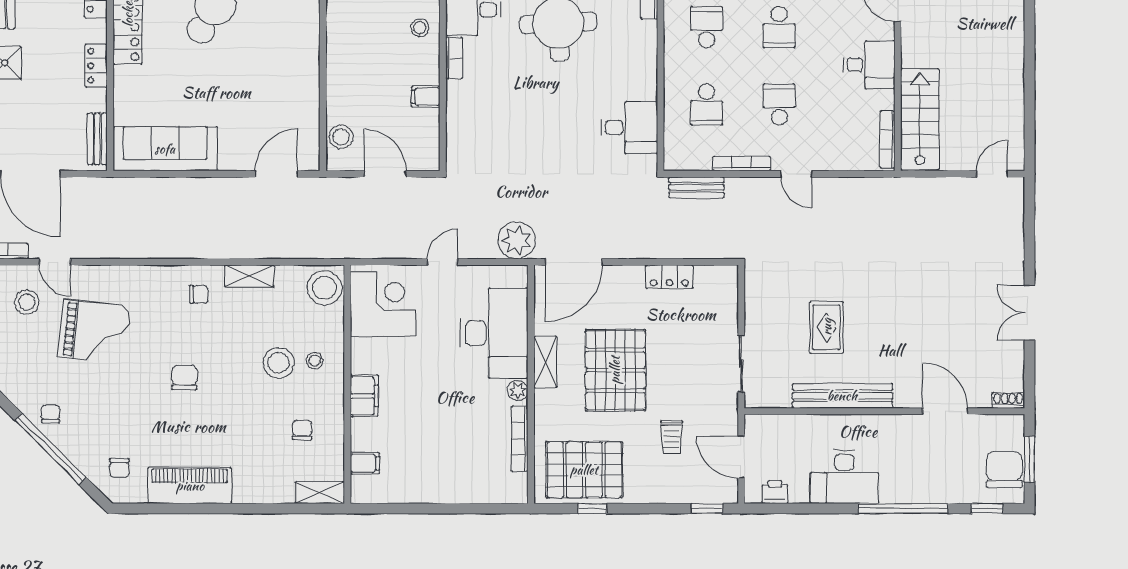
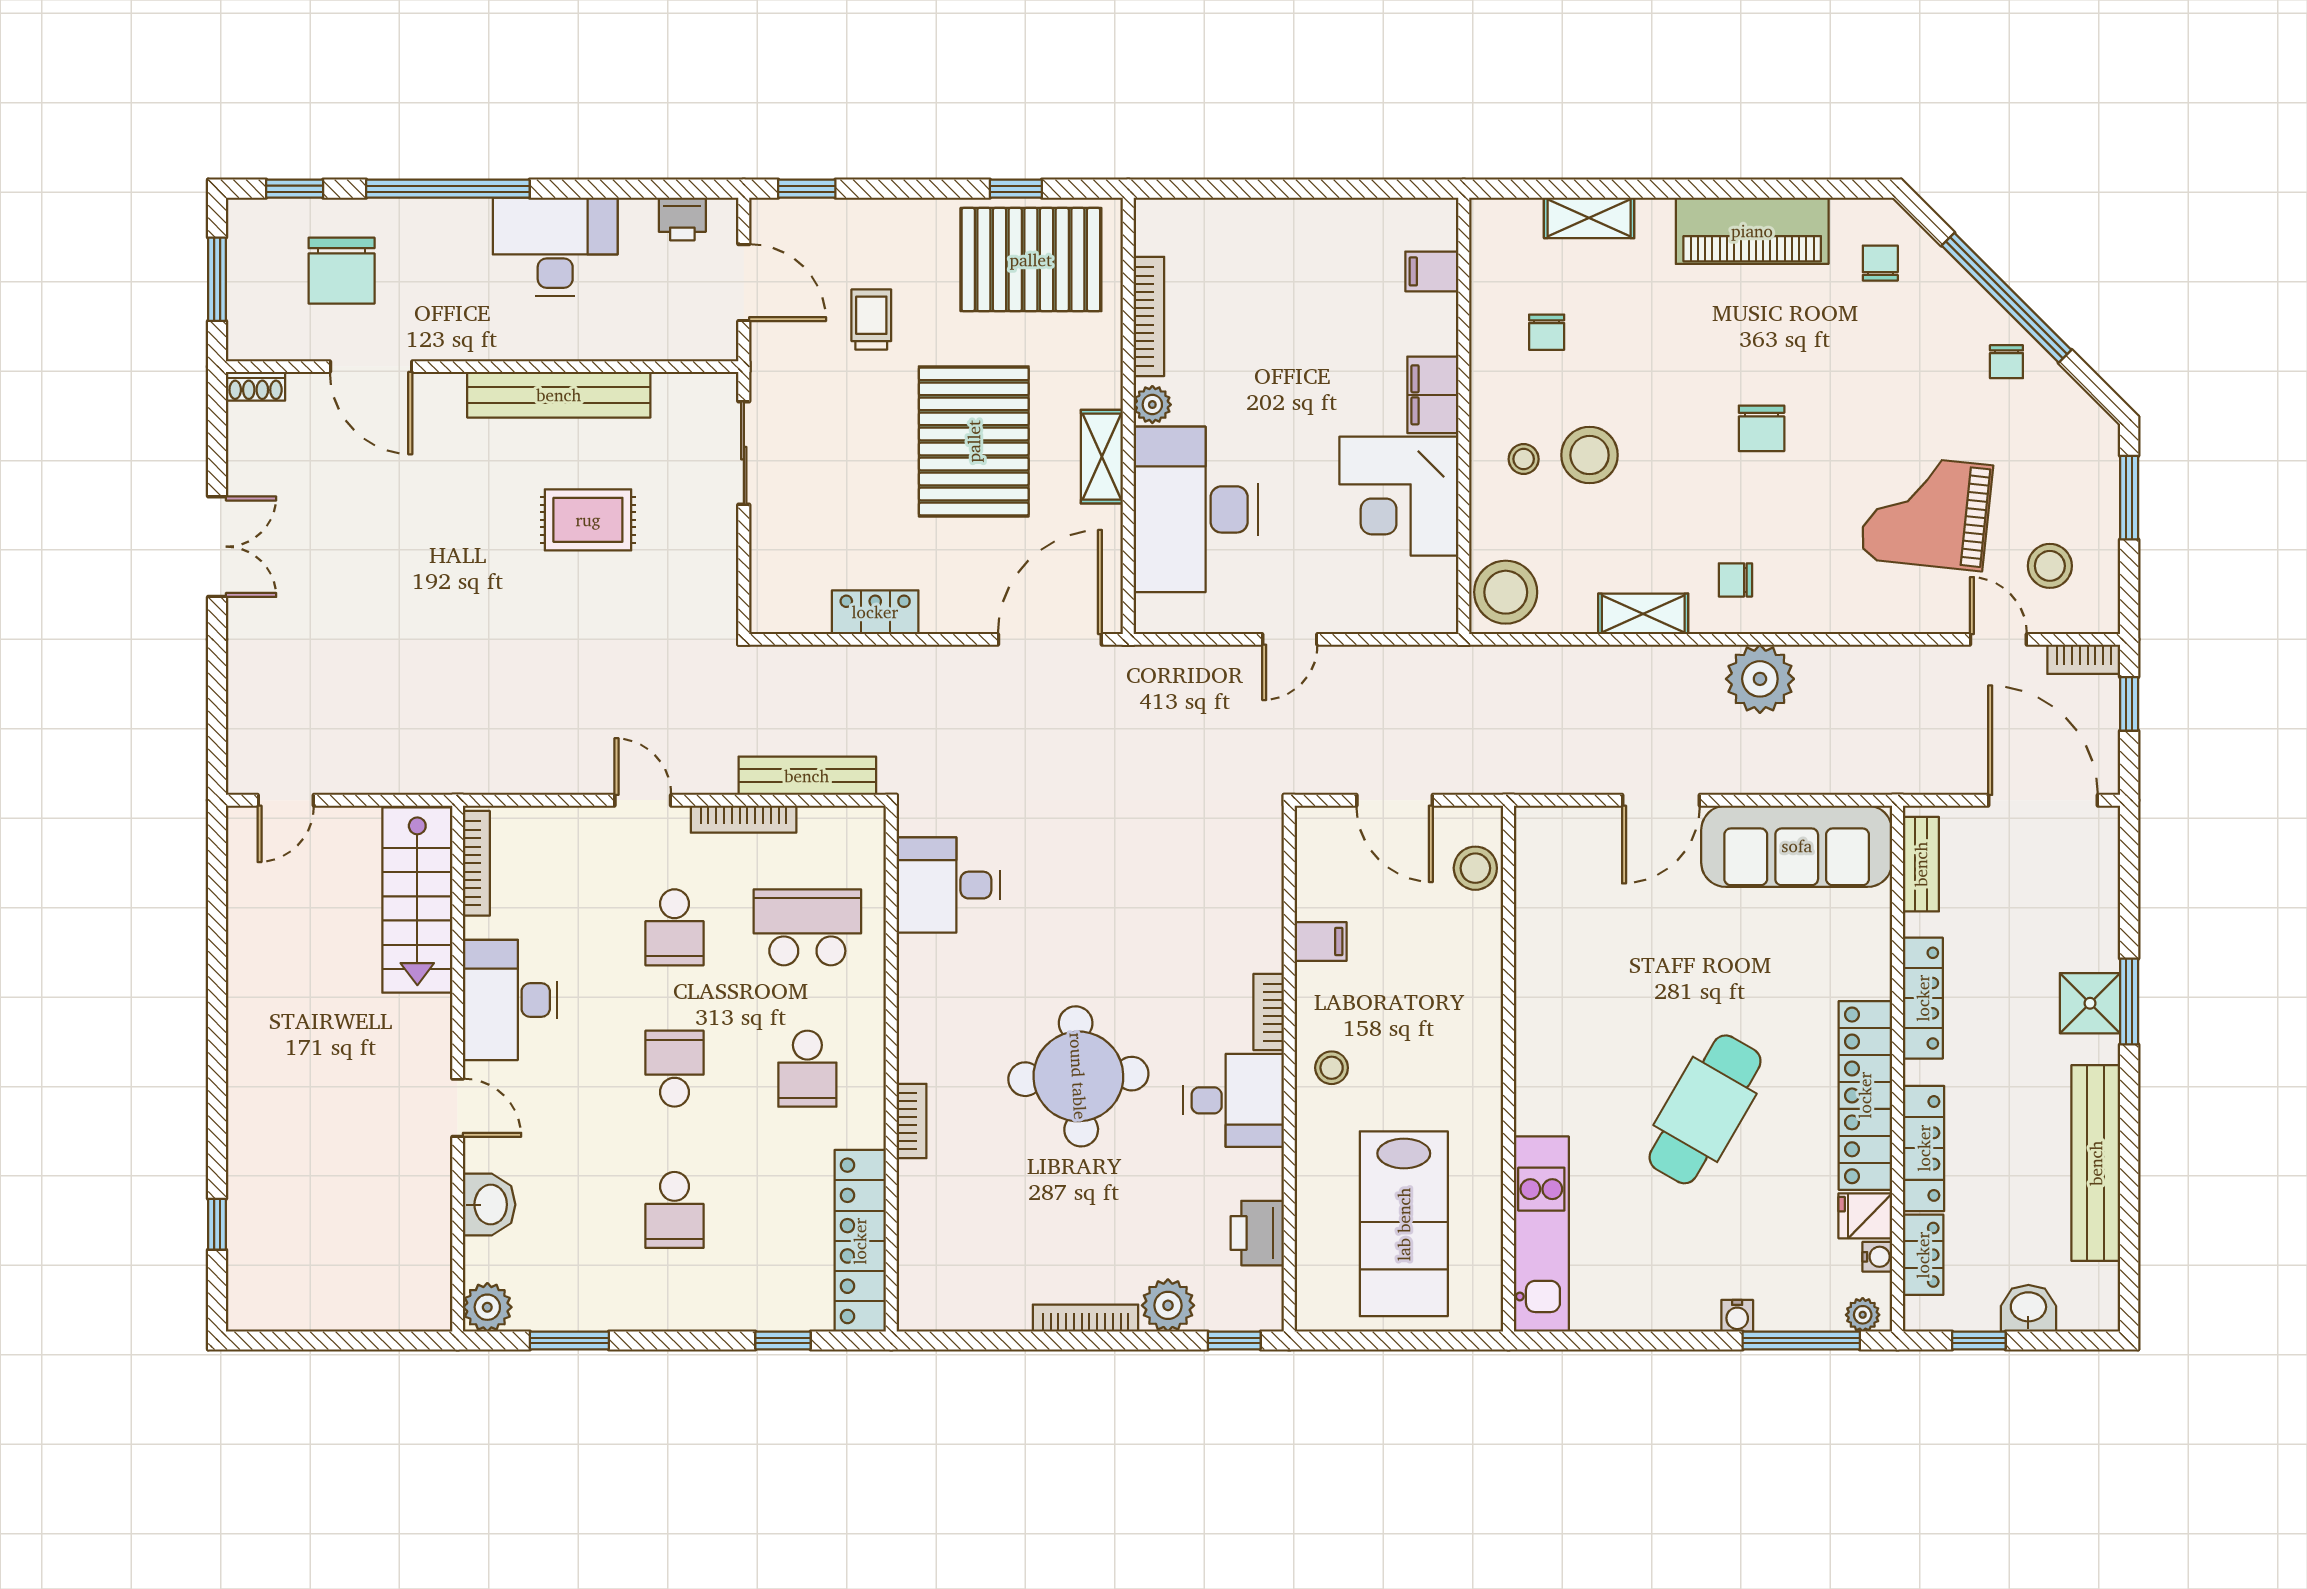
desk: (869, 65) -> (510, 1000), width x1.37
locker: (96, 66) -> (1923, 998), width x1.53
school desk: (706, 104) -> (807, 927), width x1.85
door: (276, 174) -> (1661, 800), moved
bench: (696, 187) -> (807, 776), width x1.36
plant: (517, 240) -> (1760, 679), moved
corner desk: (383, 304) -> (1399, 496), moved
rug: (827, 327) -> (588, 520), turned 90
chair: (1004, 470) -> (342, 271), moved
shelving: (320, 493) -> (1589, 218), moved

